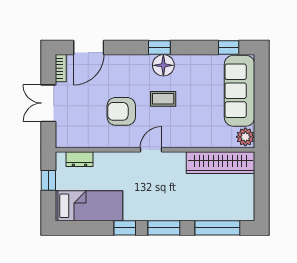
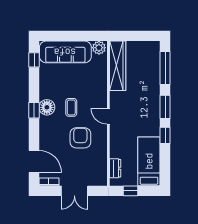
armchair: (121, 111) -> (80, 138), turned 180

